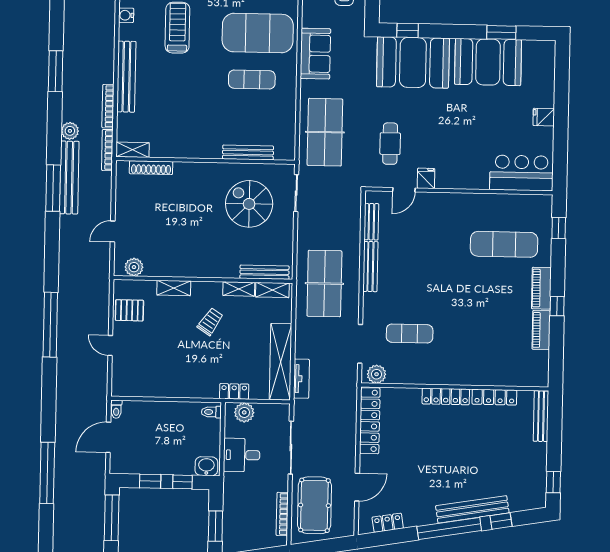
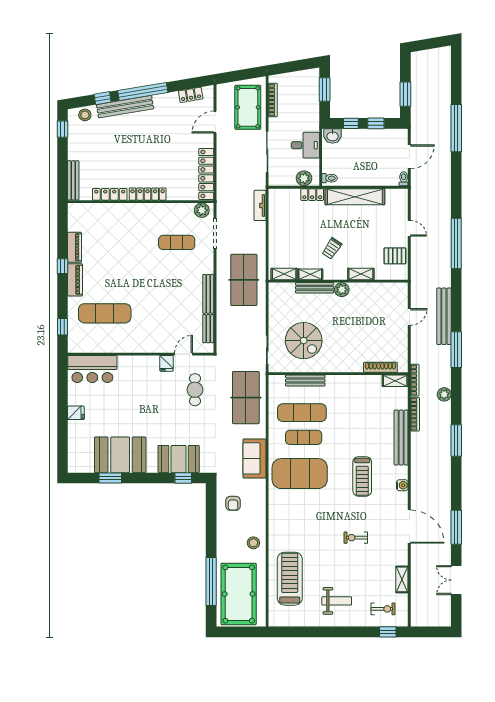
booth: (413, 62) -> (179, 459), width x0.73, depth x0.70
exercise mat: (253, 111) -> (302, 413), added
bench: (69, 178) -> (444, 316), moved
plant: (134, 267) -> (342, 290), moved
bench: (264, 272) -> (315, 288), moved
shelving: (281, 362) -> (355, 197), moved, turned 90
stool: (524, 500) -> (85, 115), added
window: (112, 518) -> (405, 94), width x0.69

